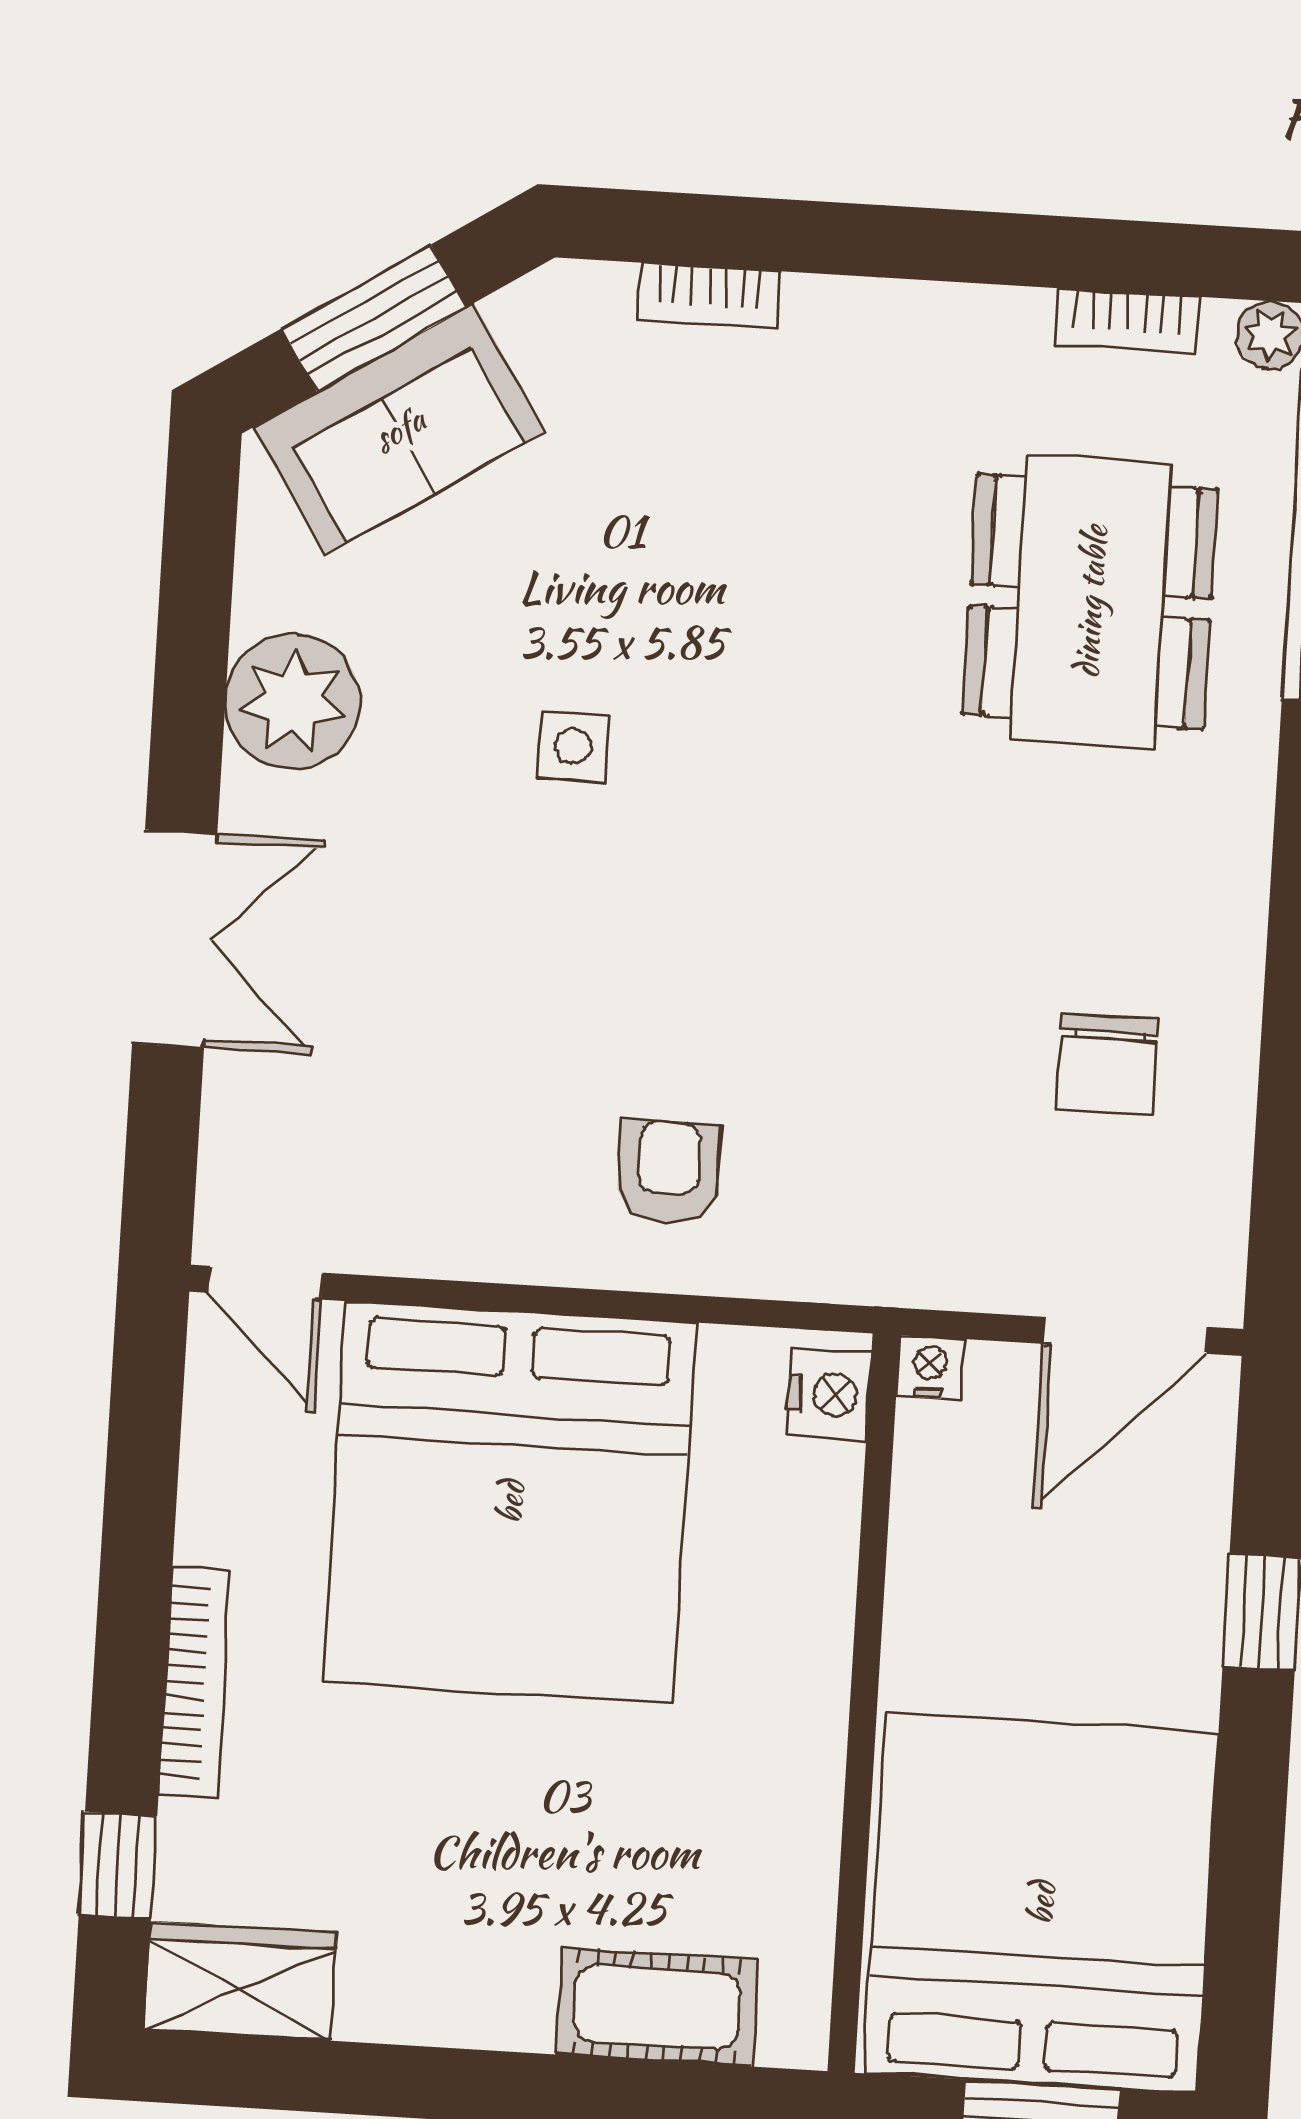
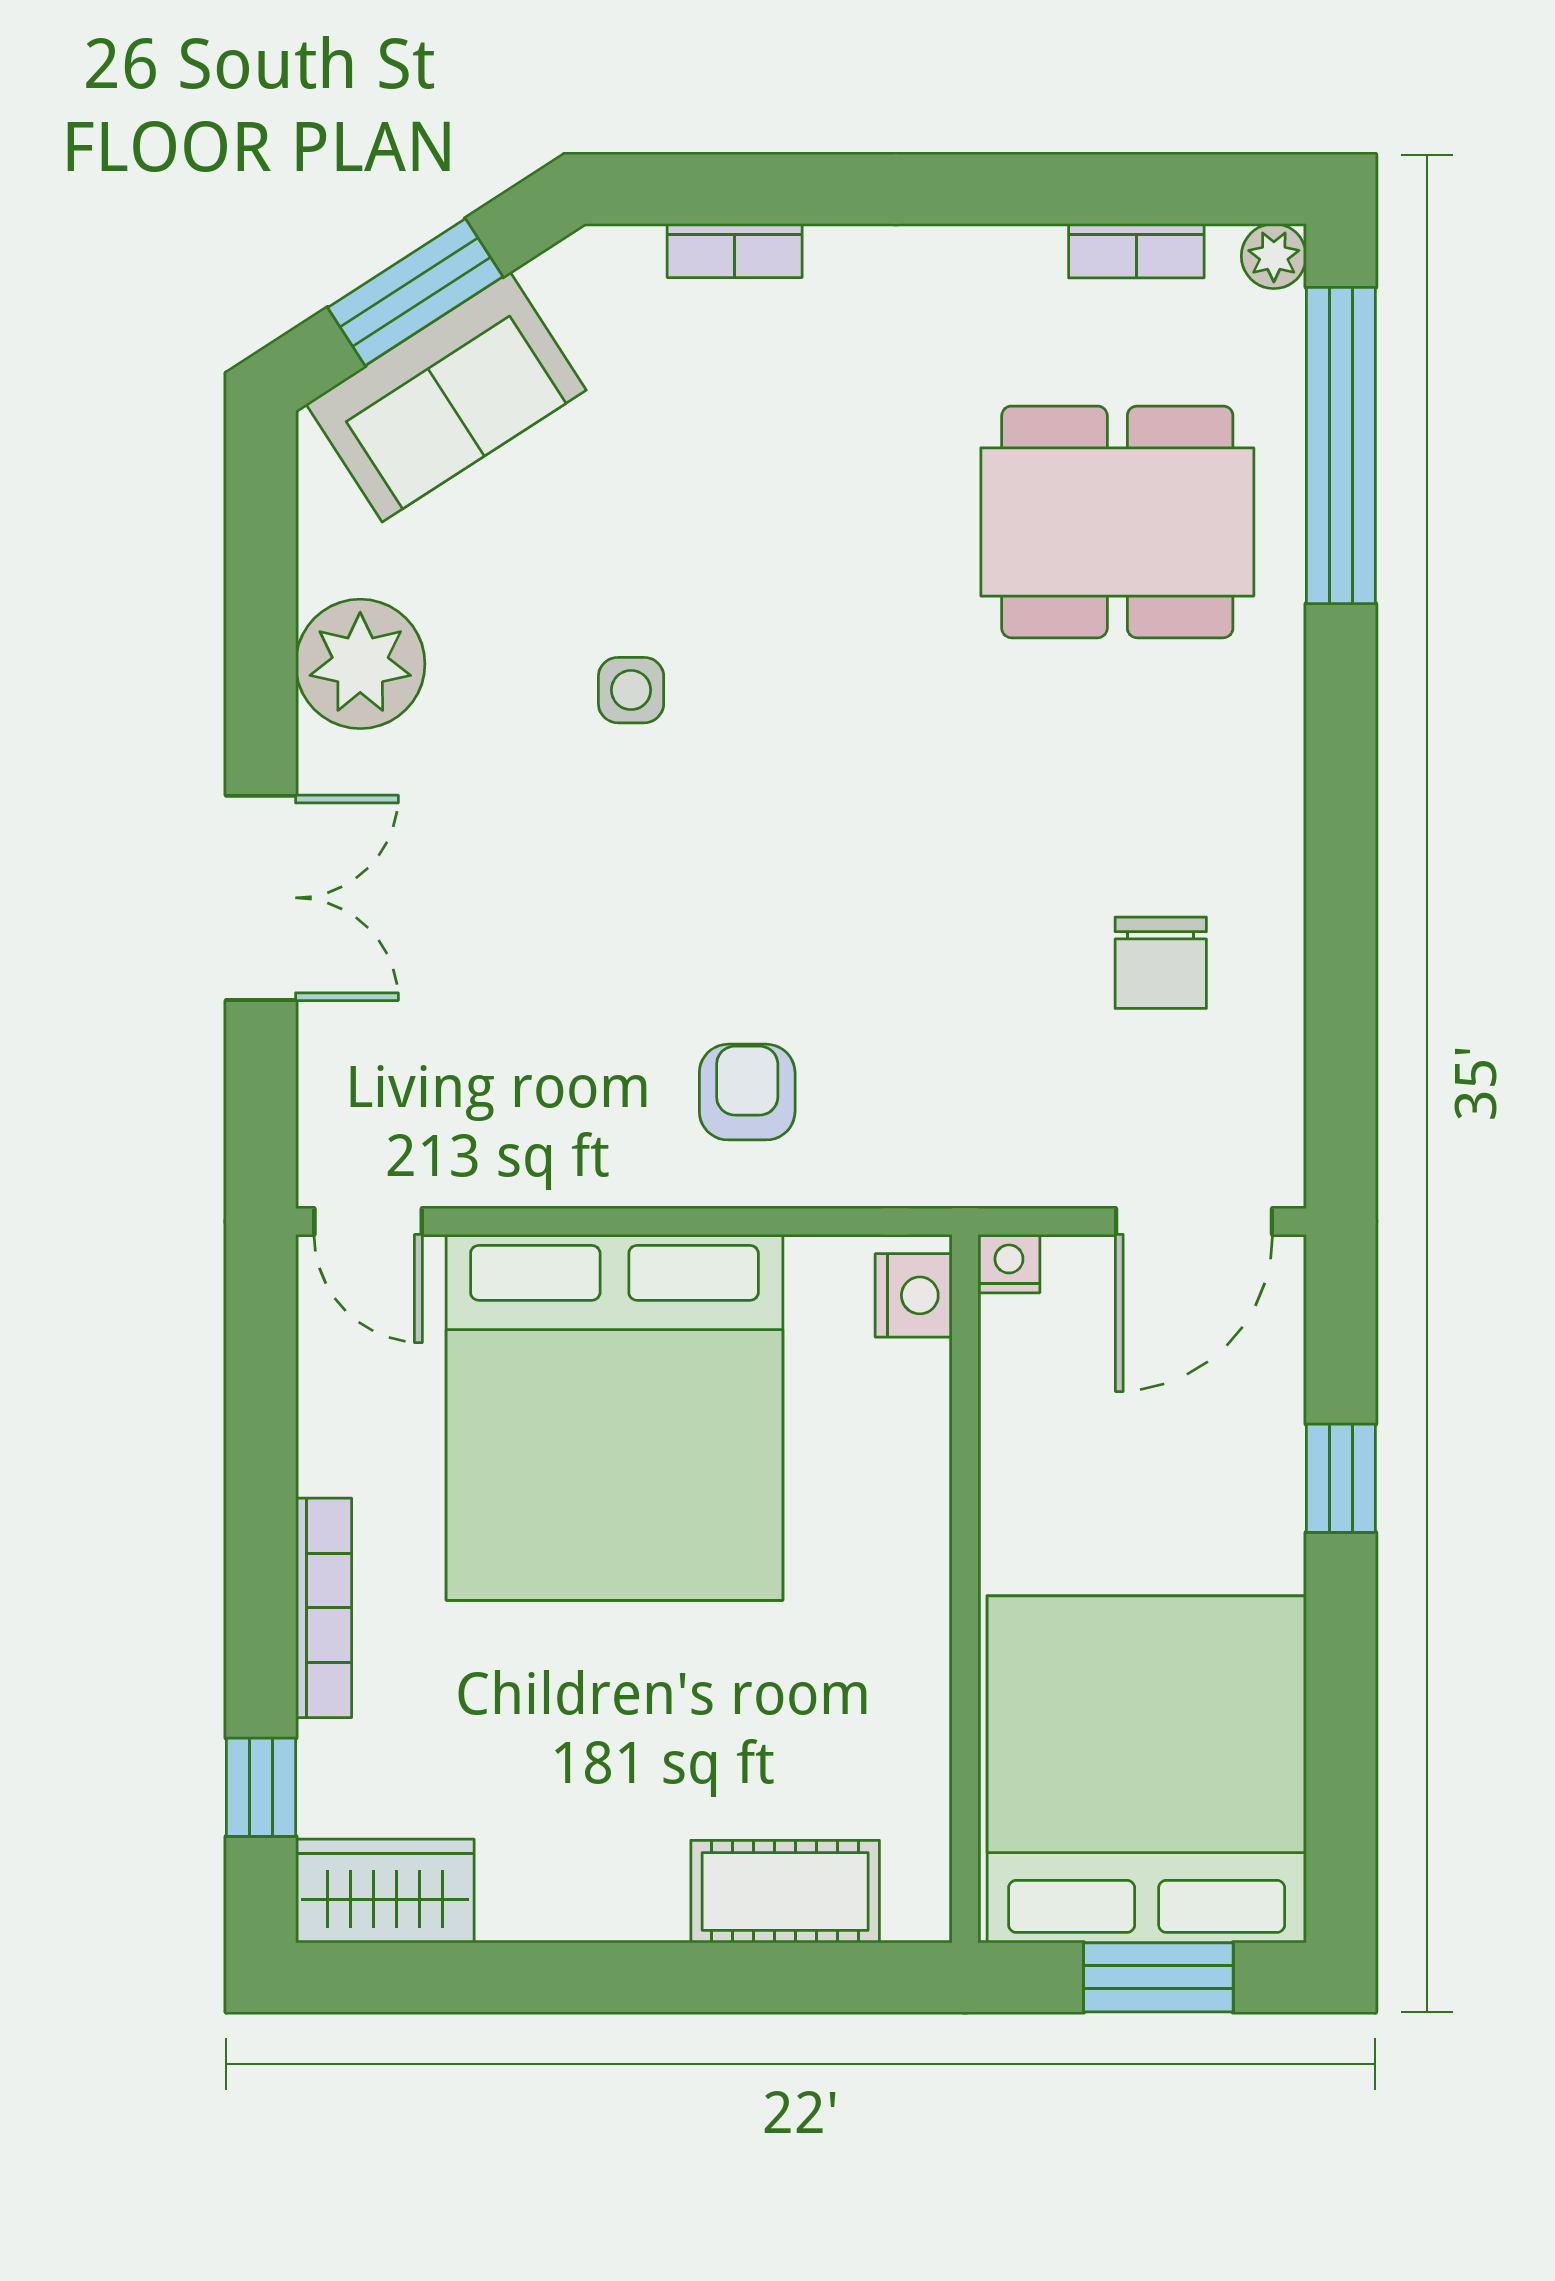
dining table: (1090, 602) -> (1117, 522), turned 90

